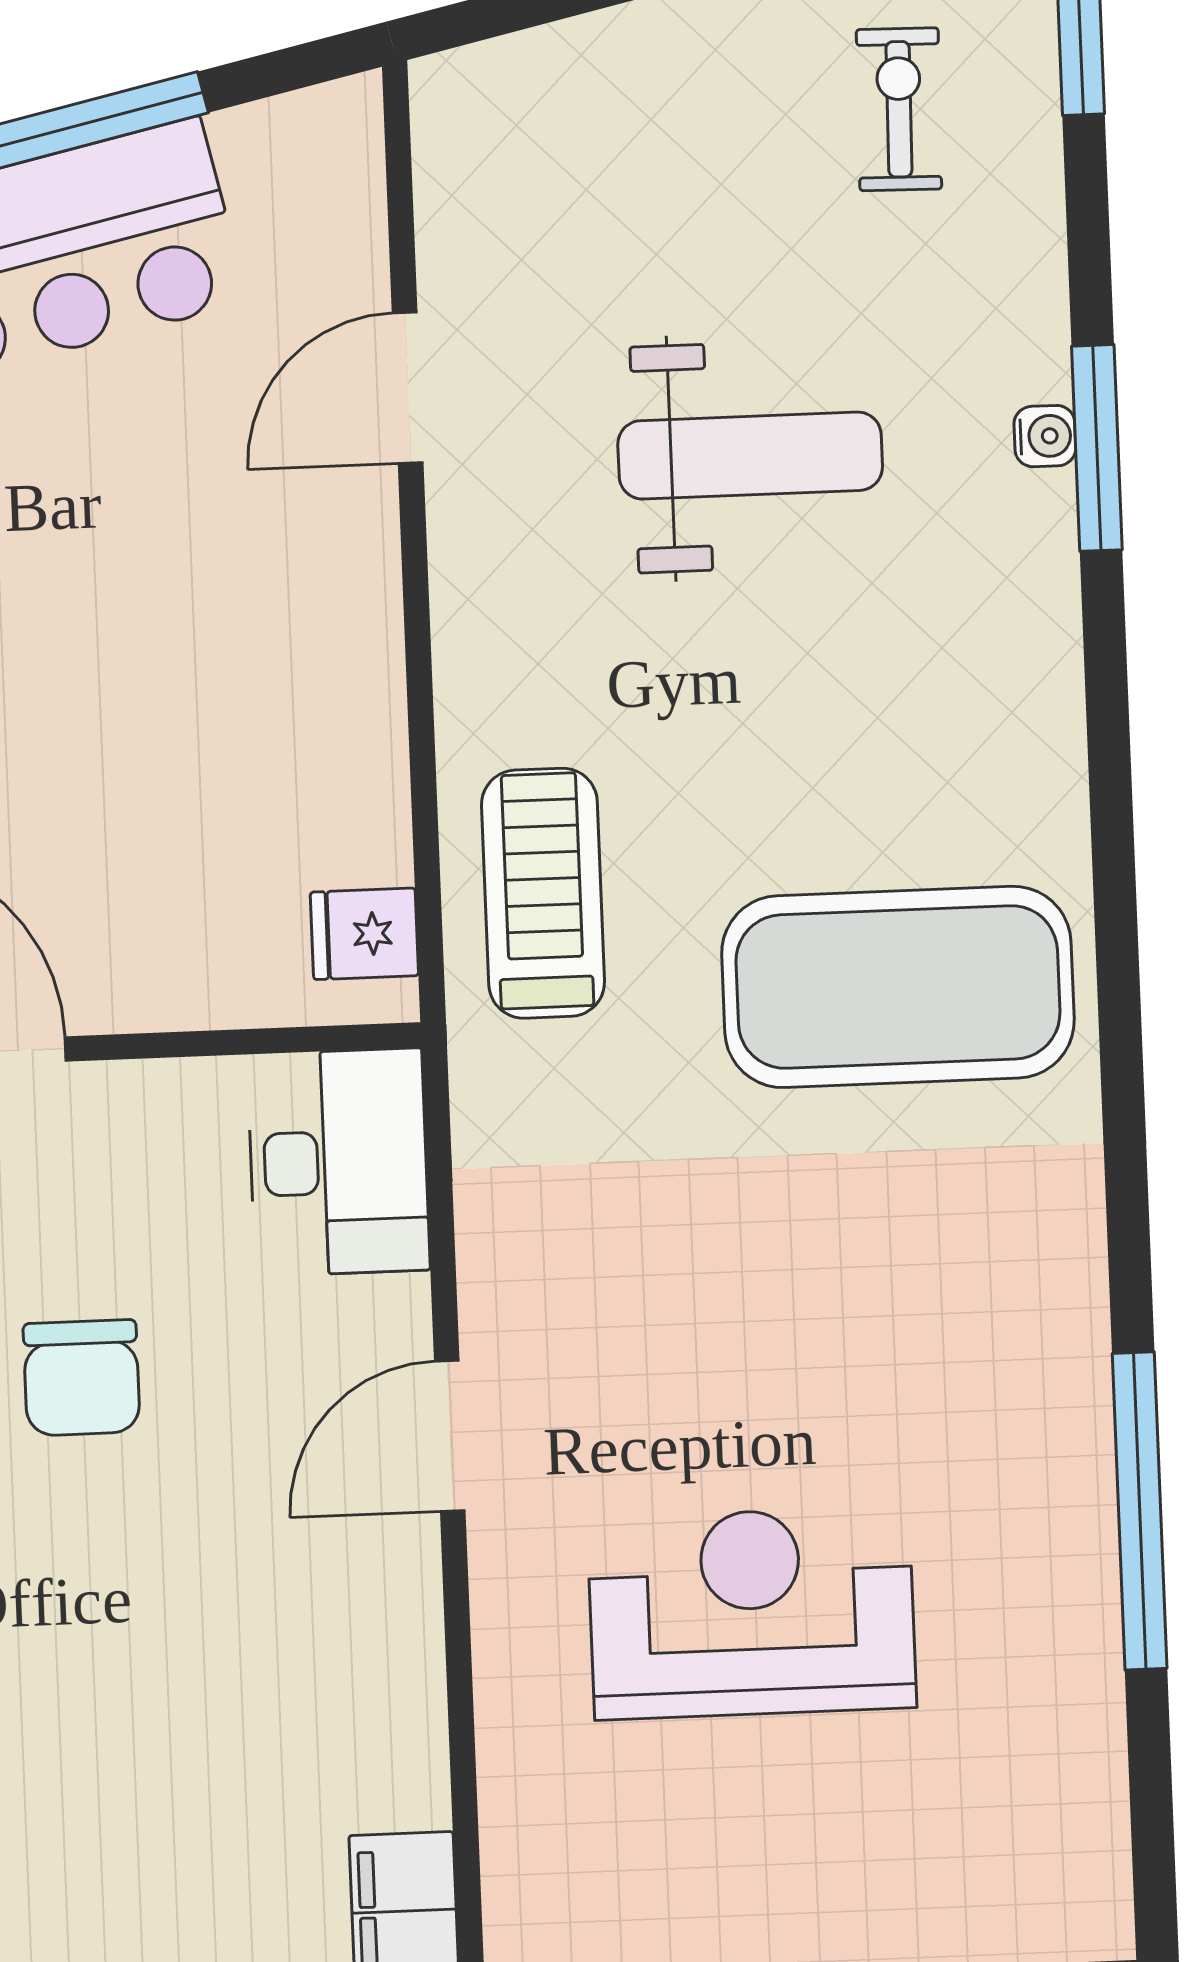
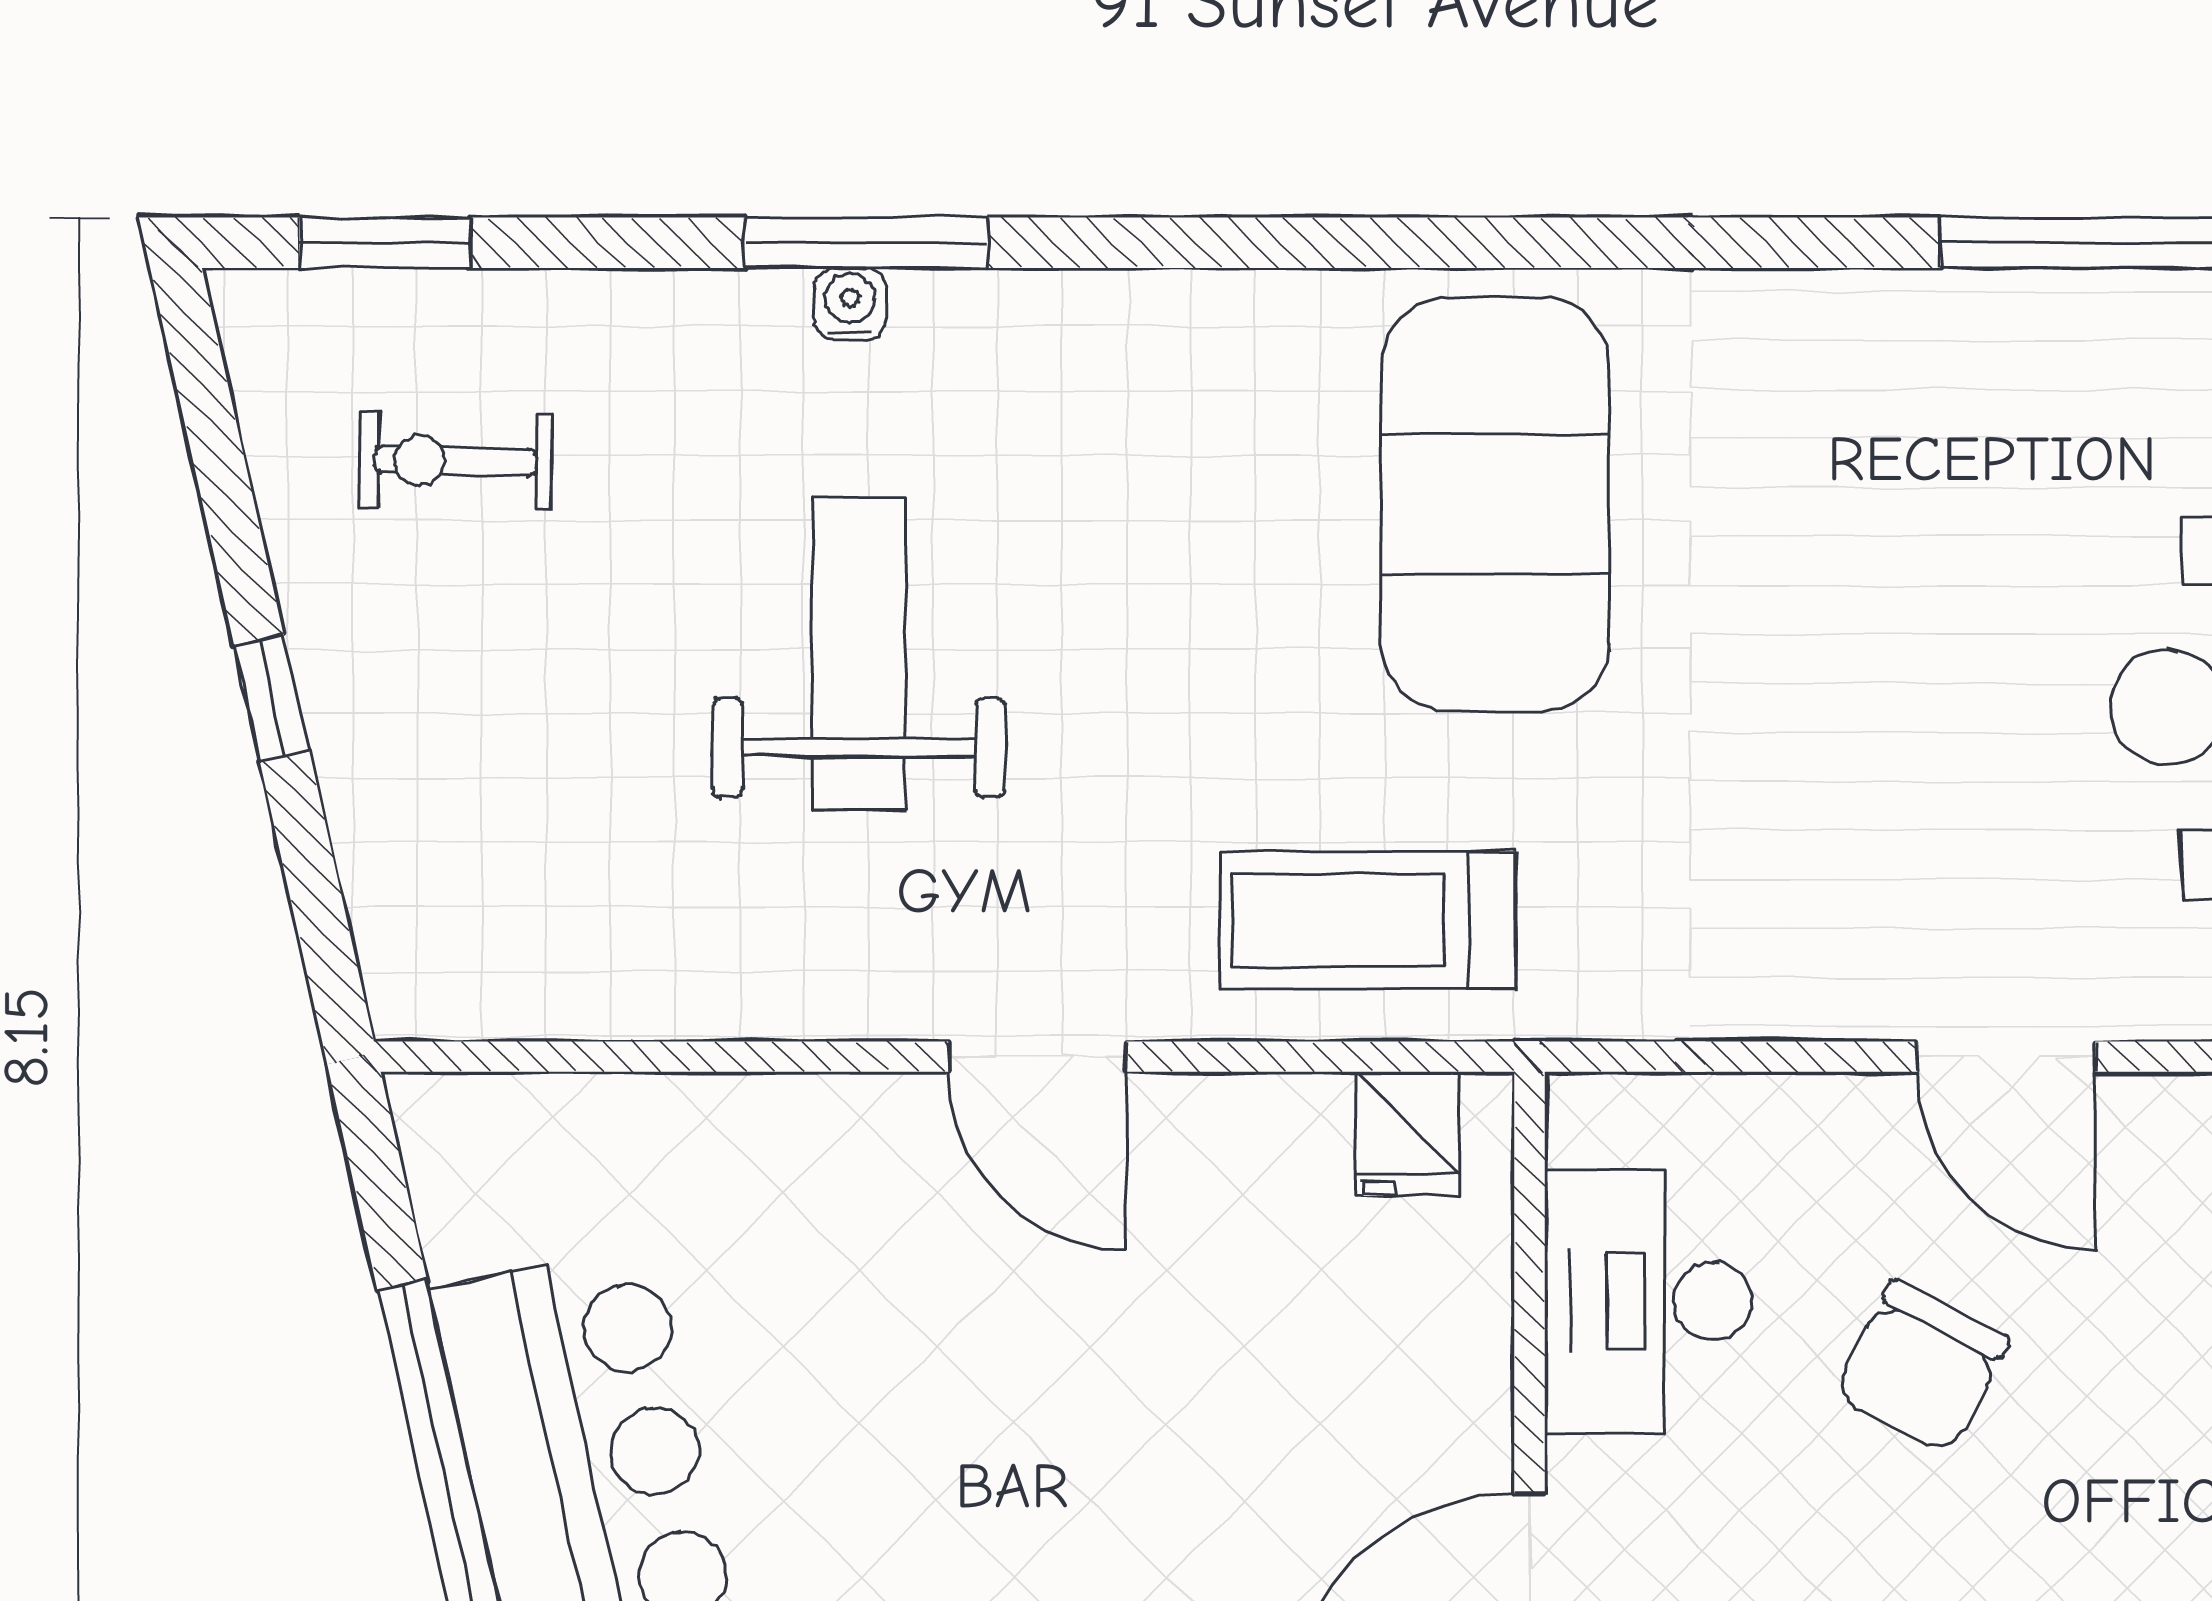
door: (408, 388) -> (1037, 1057), moved
desk: (338, 1162) -> (1648, 1301), moved, turned -90
chair: (82, 1378) -> (1921, 1367), moved, turned 117

